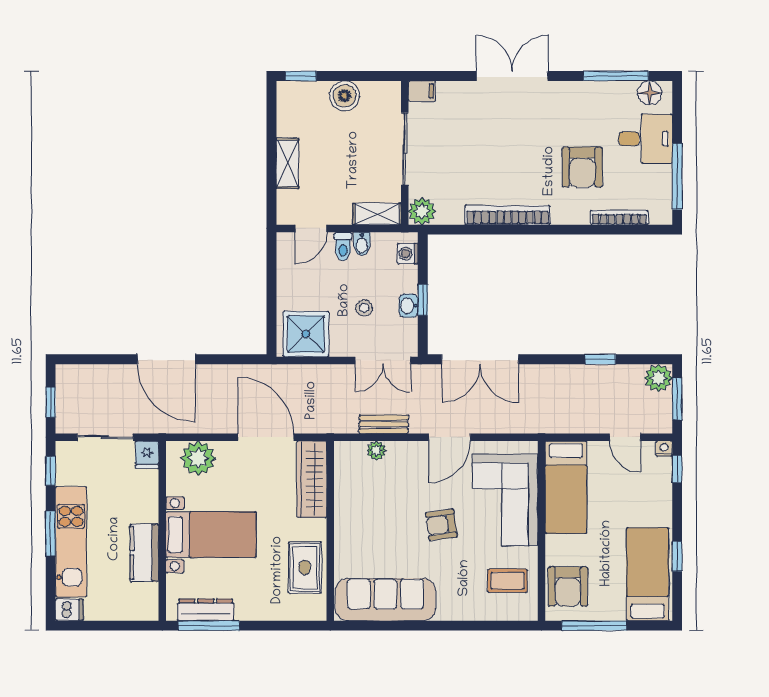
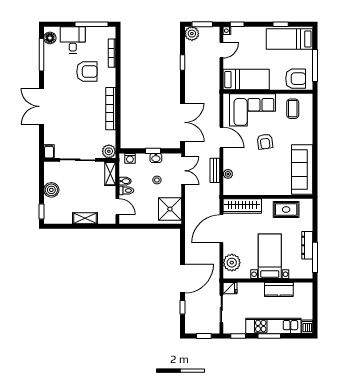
window: (108, 359) -> (183, 307), added
dresser: (206, 610) -> (307, 245), moved

